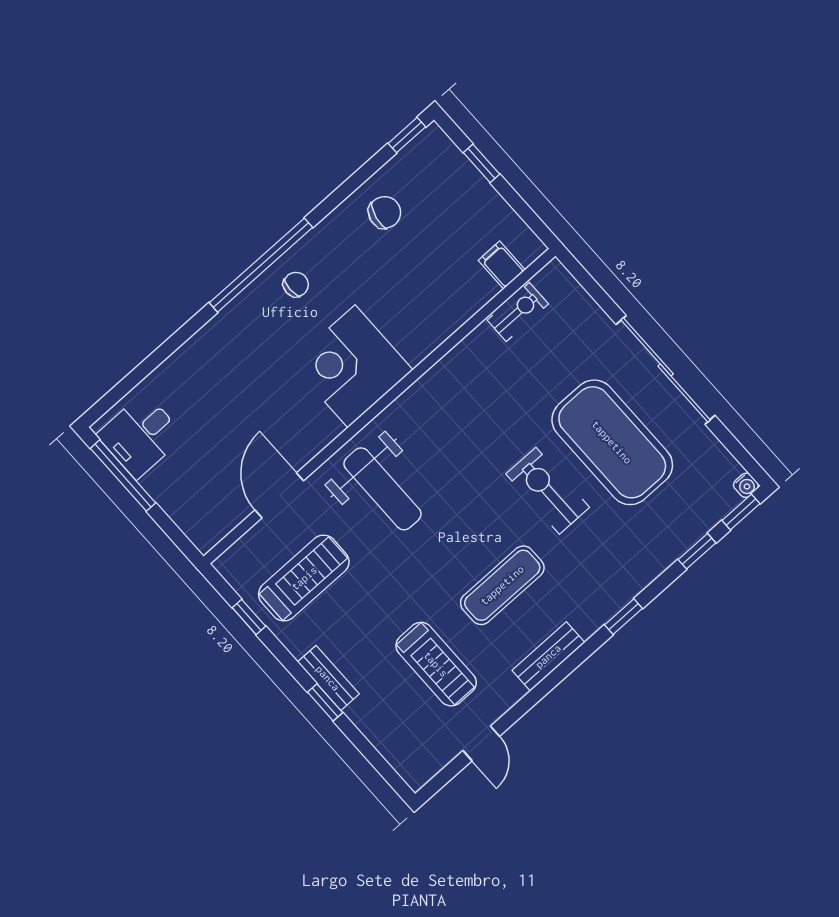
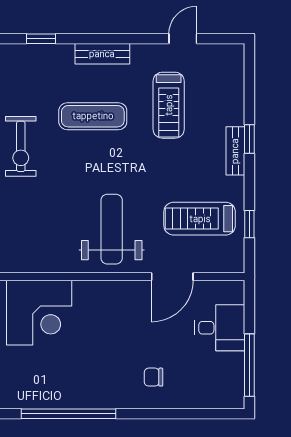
chair: (296, 285) -> (154, 377), moved
corner desk: (351, 366) -> (39, 313), moved
desk: (141, 436) -> (220, 328), moved
treadmill: (436, 664) -> (169, 105), turned 180

